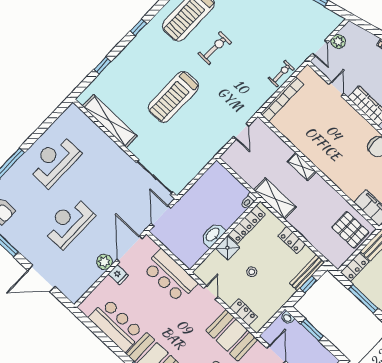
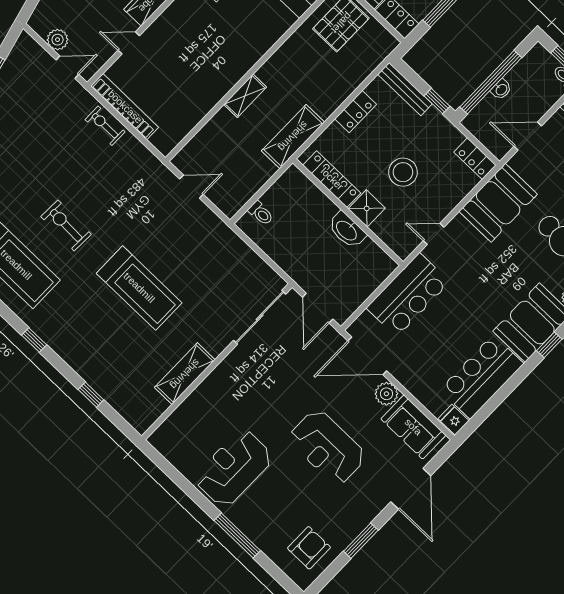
bookcase: (282, 99) -> (125, 107), moved
shelving: (110, 121) -> (185, 374), width x0.68
reception desk: (54, 161) -> (234, 468), turned 90
toilet: (249, 201) -> (261, 213), moved
door: (161, 216) -> (318, 308), hinge flipped
stool: (252, 272) -> (403, 172), width x1.89, depth x1.89
fridge: (118, 275) -> (454, 420), moved, turned -90
sofa: (82, 280) -> (413, 427), added
window: (308, 284) -> (437, 101), moved
locker: (244, 312) -> (475, 159), moved, turned -90
washbasin: (287, 318) -> (501, 89), moved
window: (312, 330) -> (491, 82), width x2.11

